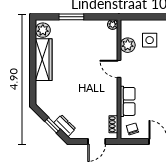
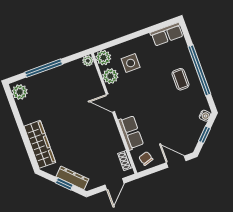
window: (71, 17) -> (44, 68), width x1.44
plant: (127, 27) -> (103, 58), added
wardrobe: (44, 60) -> (40, 144), moved
dresser: (65, 126) -> (72, 178), width x1.44

